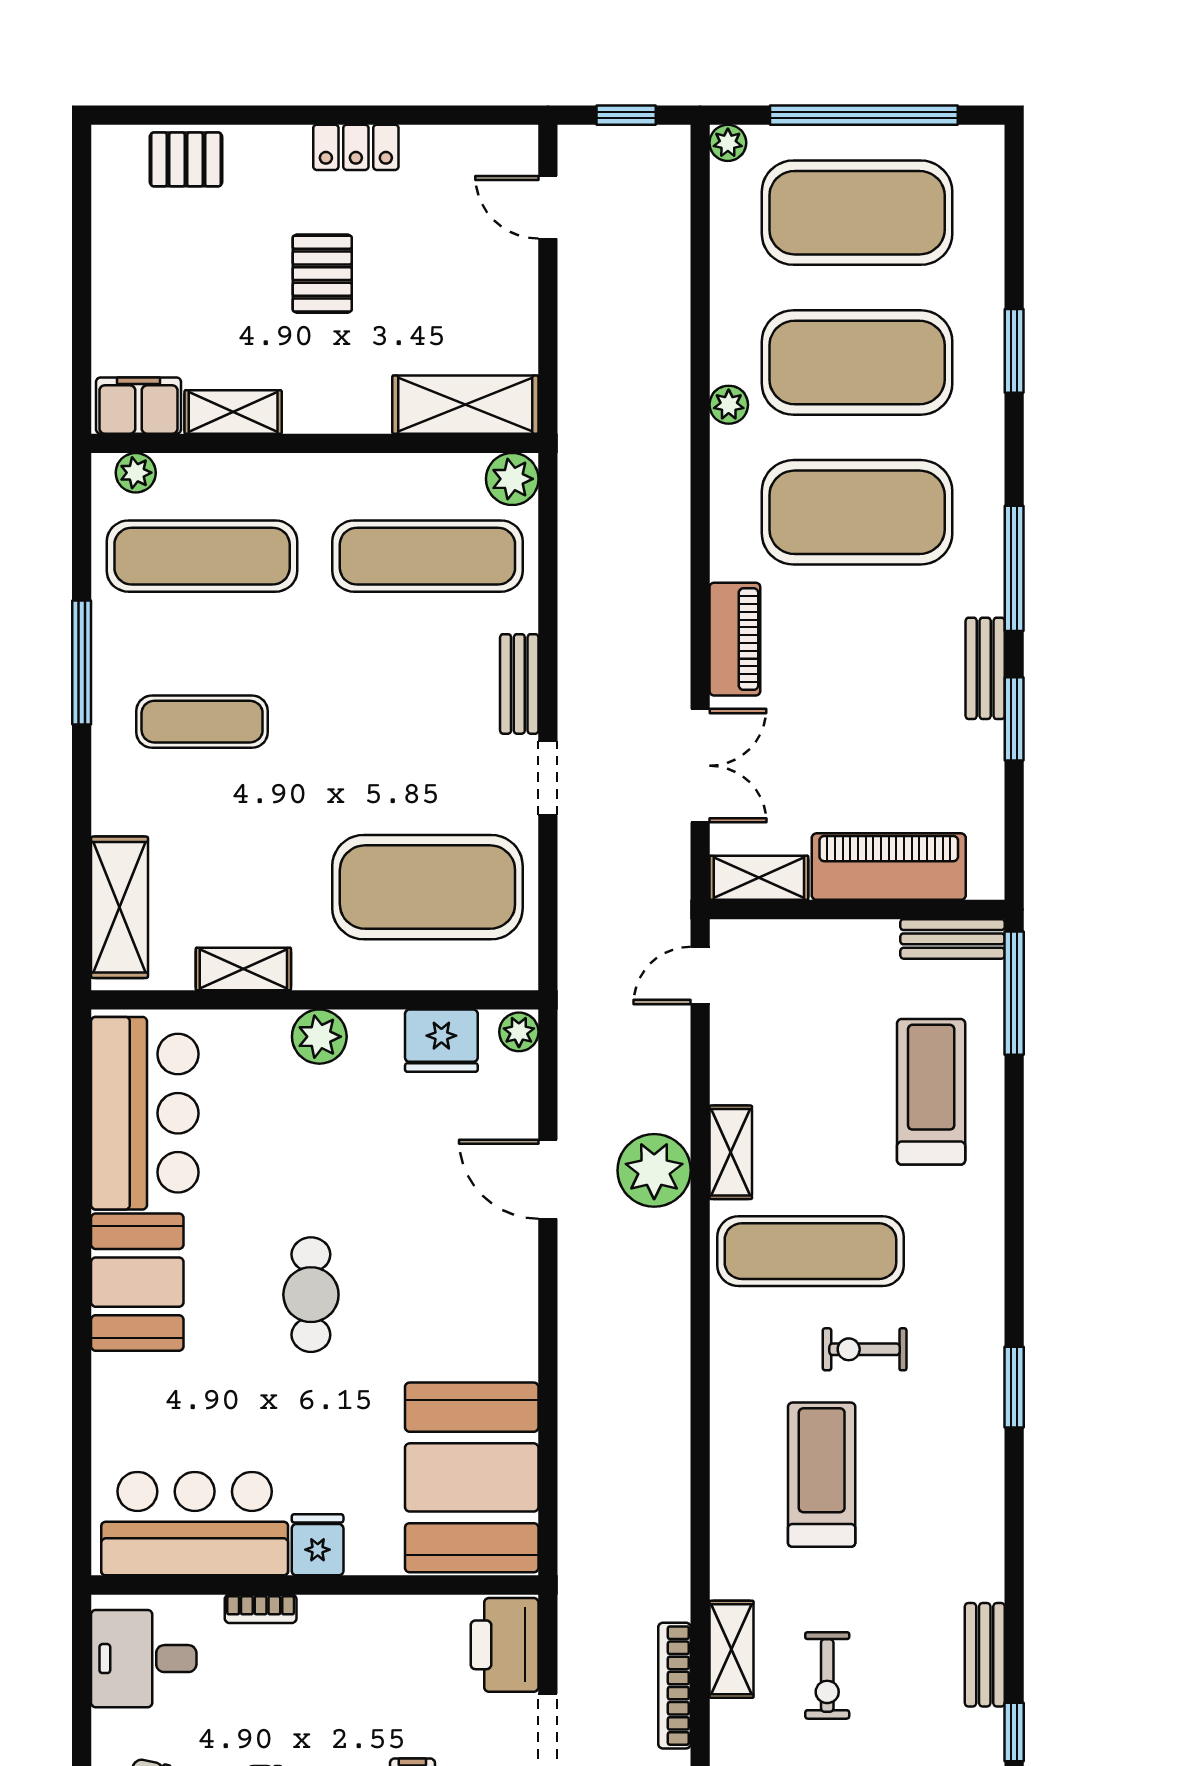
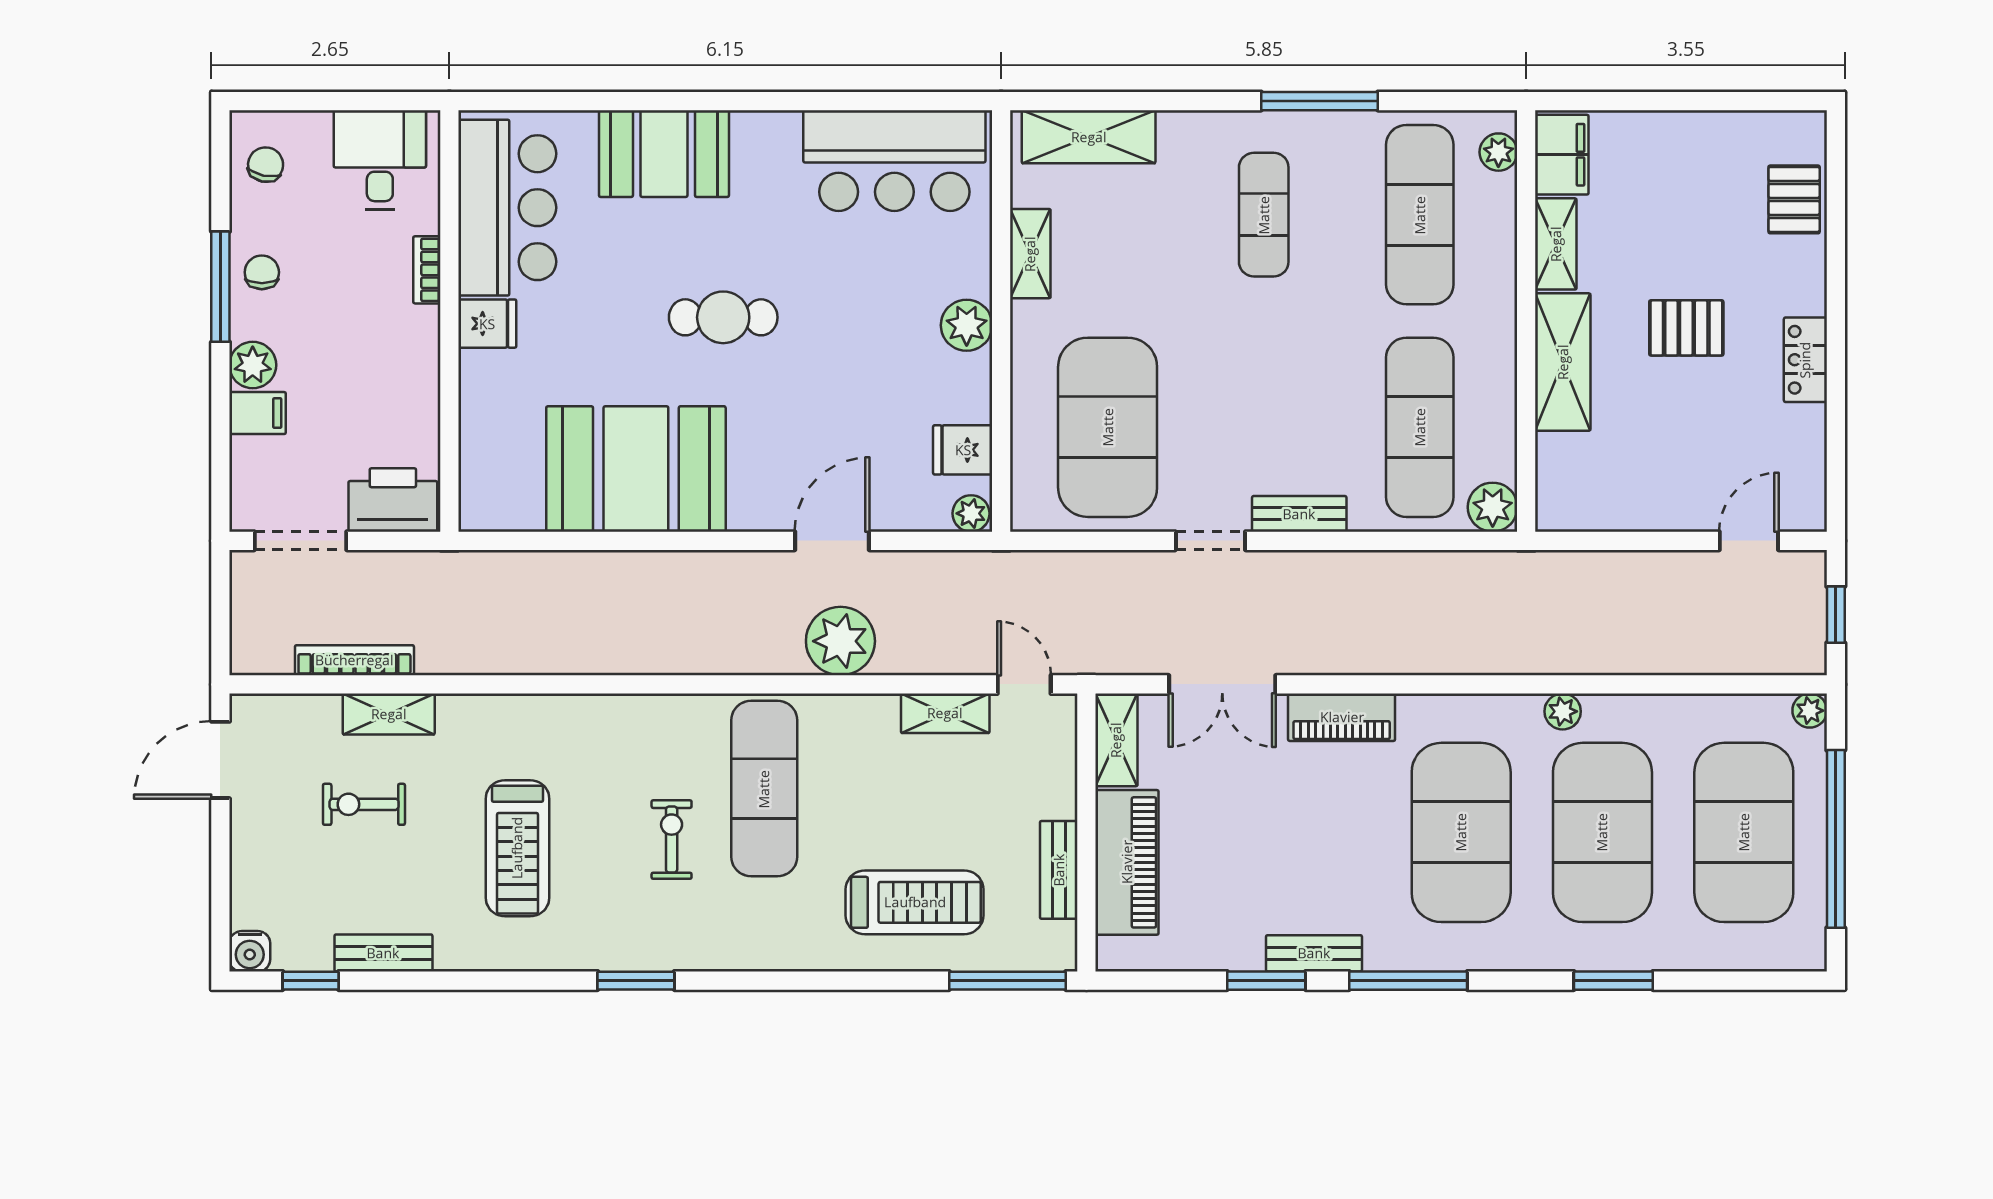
shelving: (465, 405) -> (1563, 362), moved
bench: (952, 939) -> (1059, 870), moved
fridge: (441, 1041) -> (963, 450), width x0.72
shelving: (731, 1152) -> (945, 713), moved
booth: (137, 1282) -> (664, 154), moved
treadmill: (822, 1475) -> (517, 848), moved, turned 90
booth: (472, 1477) -> (636, 469), moved

